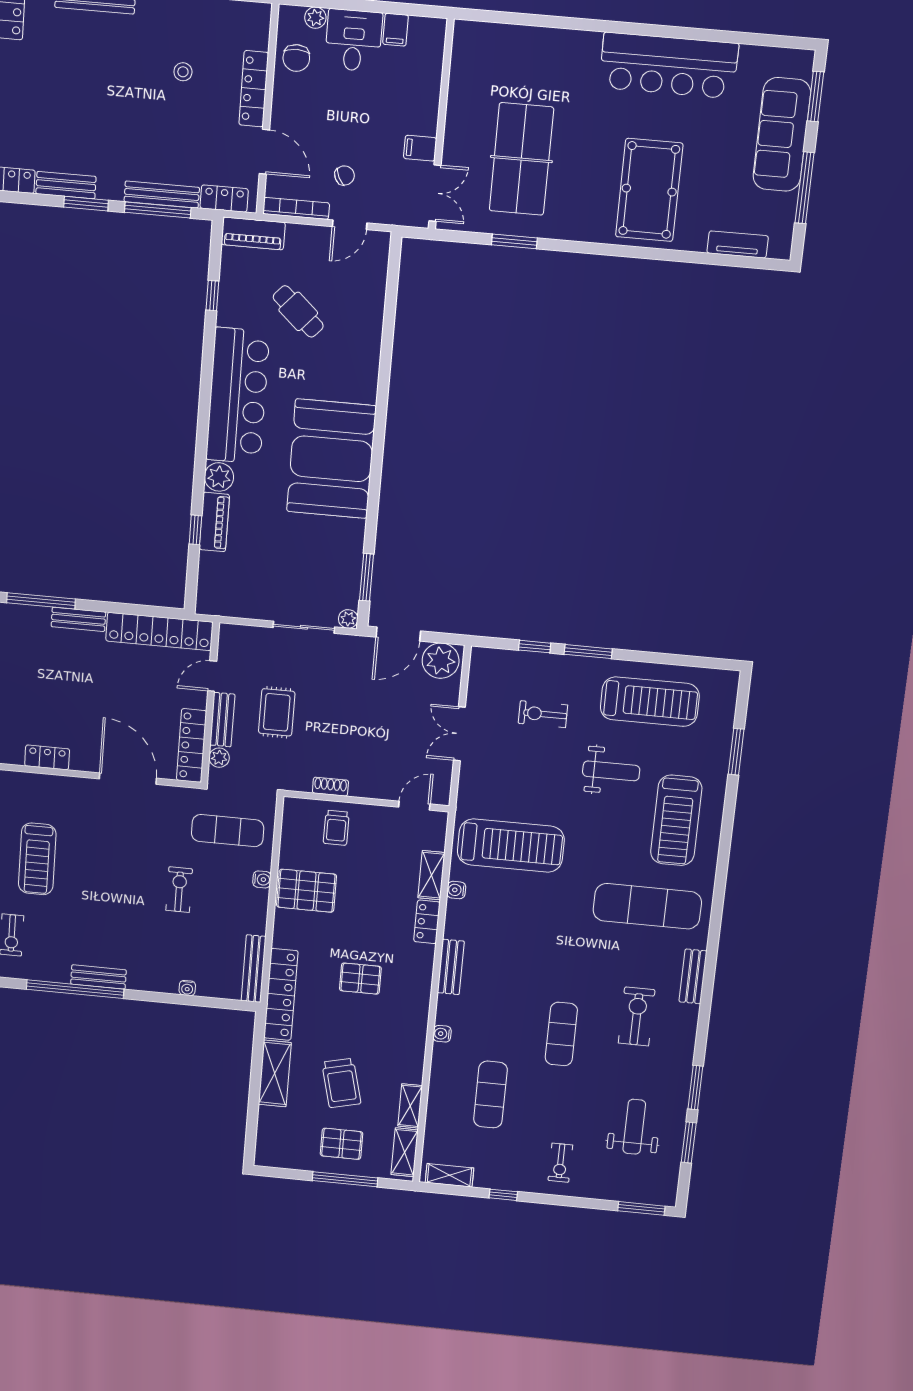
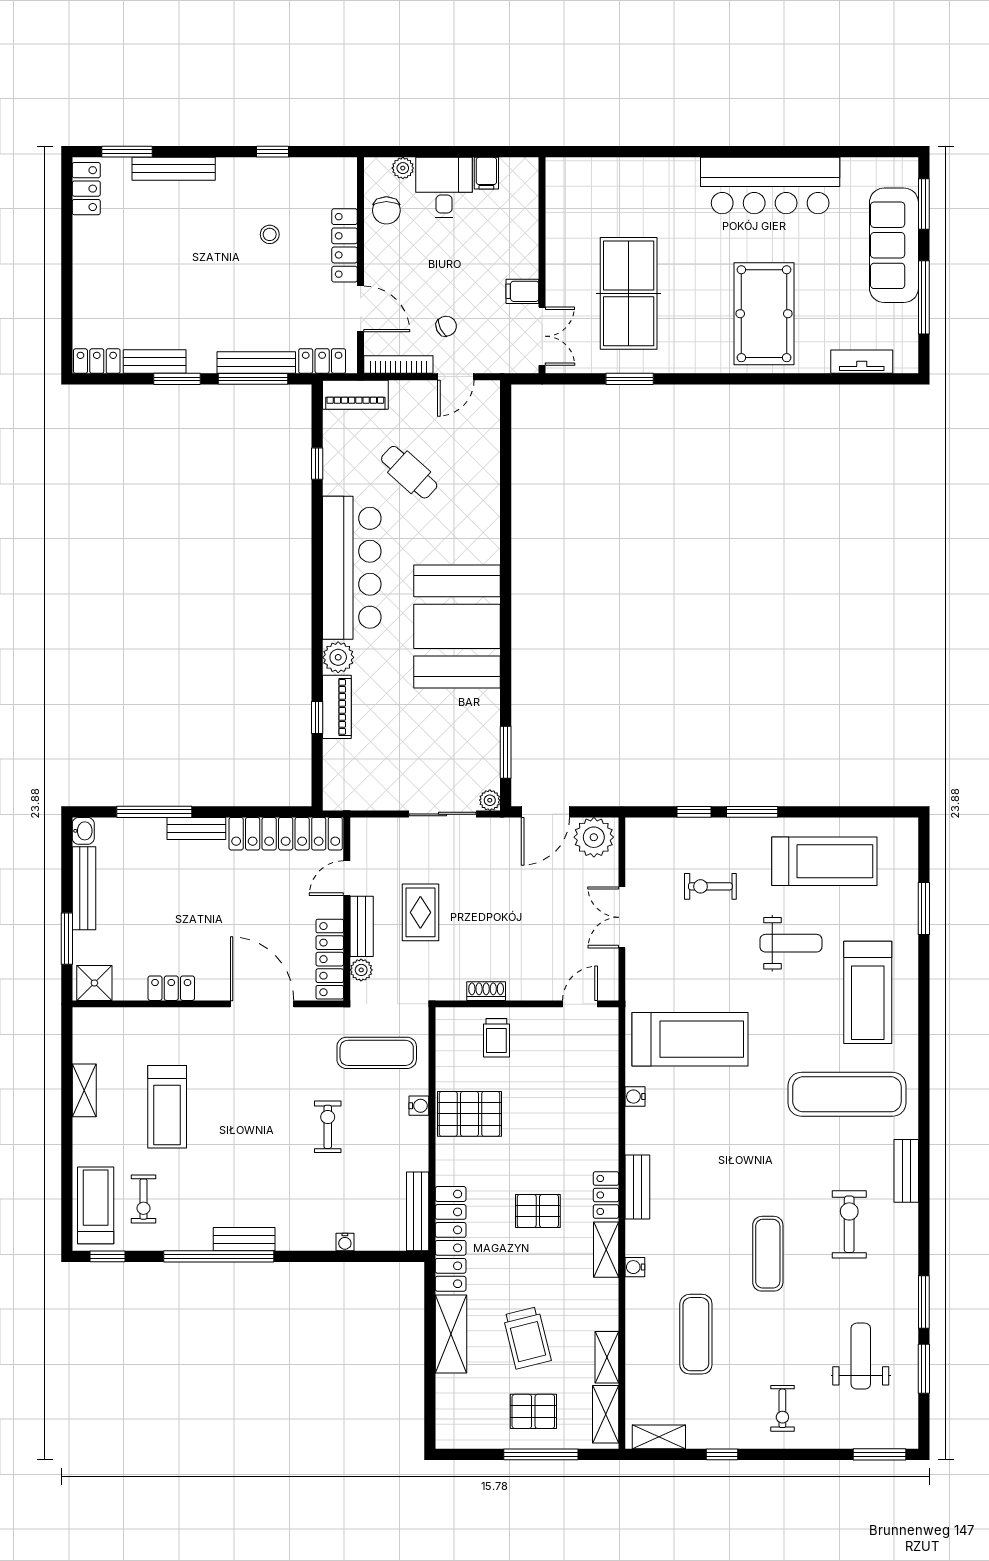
shelving: (431, 875) -> (606, 1250), moved
locker: (427, 922) -> (606, 1195), moved

